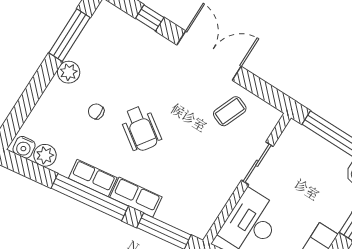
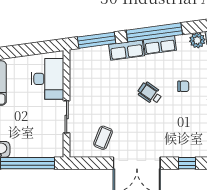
wheelchair: (141, 129) -> (150, 93), width x0.73, depth x0.73

